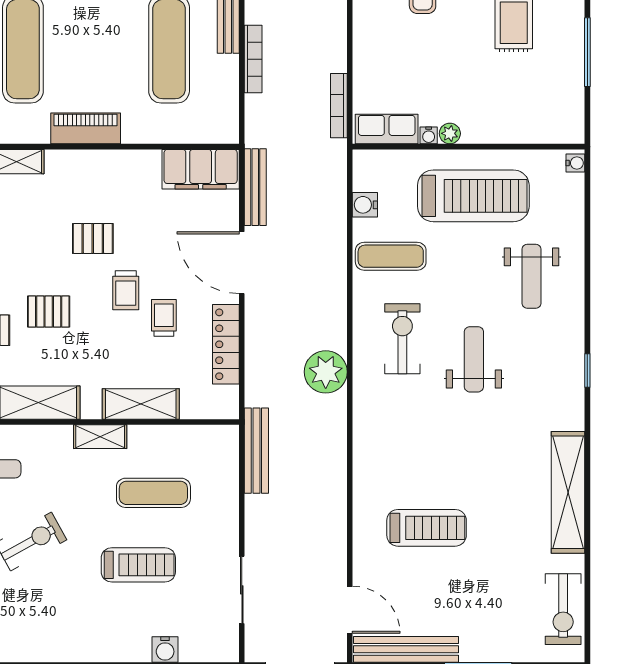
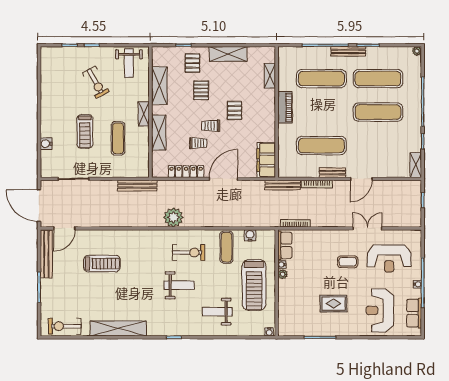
bench: (255, 187) -> (283, 185), moved
treadmill: (427, 528) -> (102, 264), turned -90

